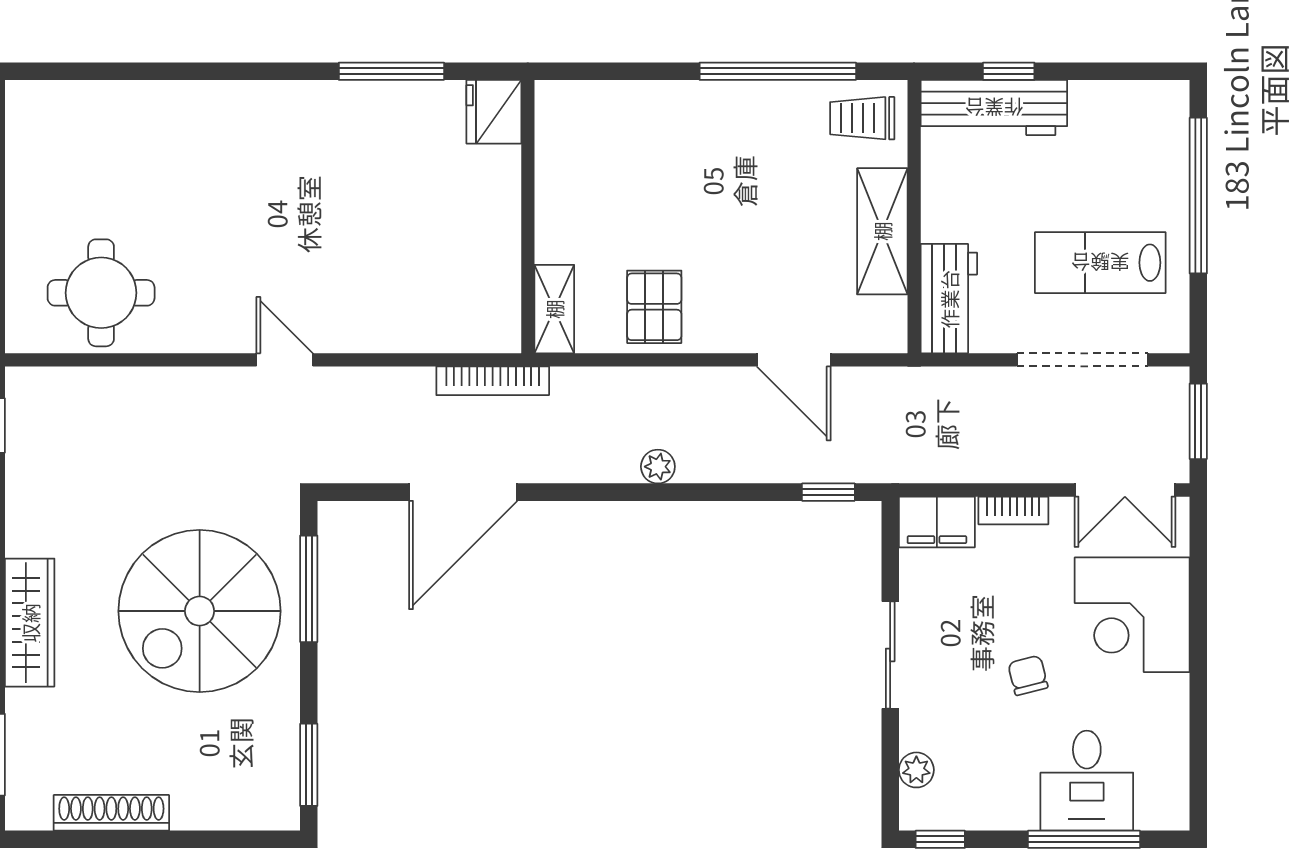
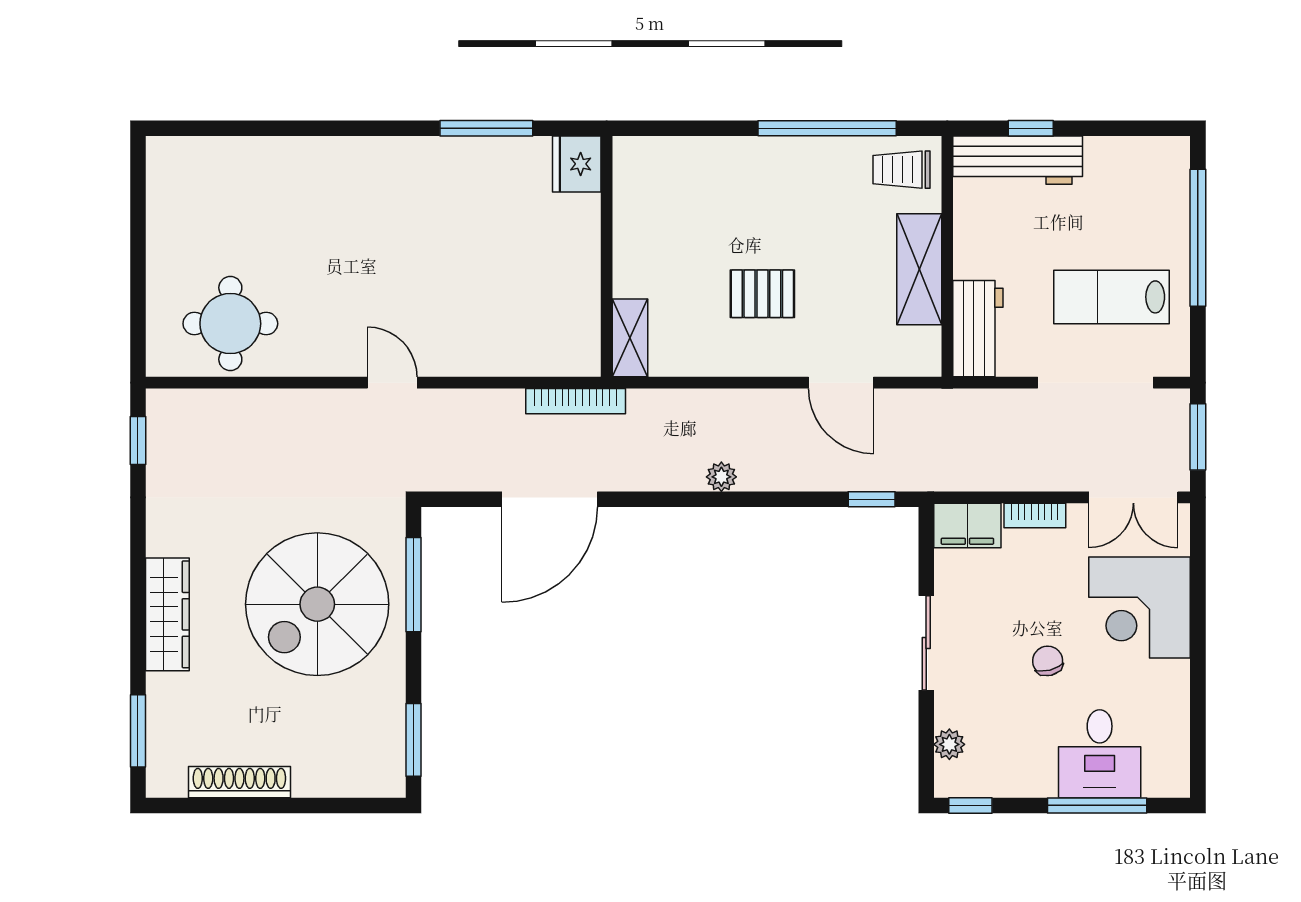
pallet: (654, 307) -> (762, 294), moved, turned 90

